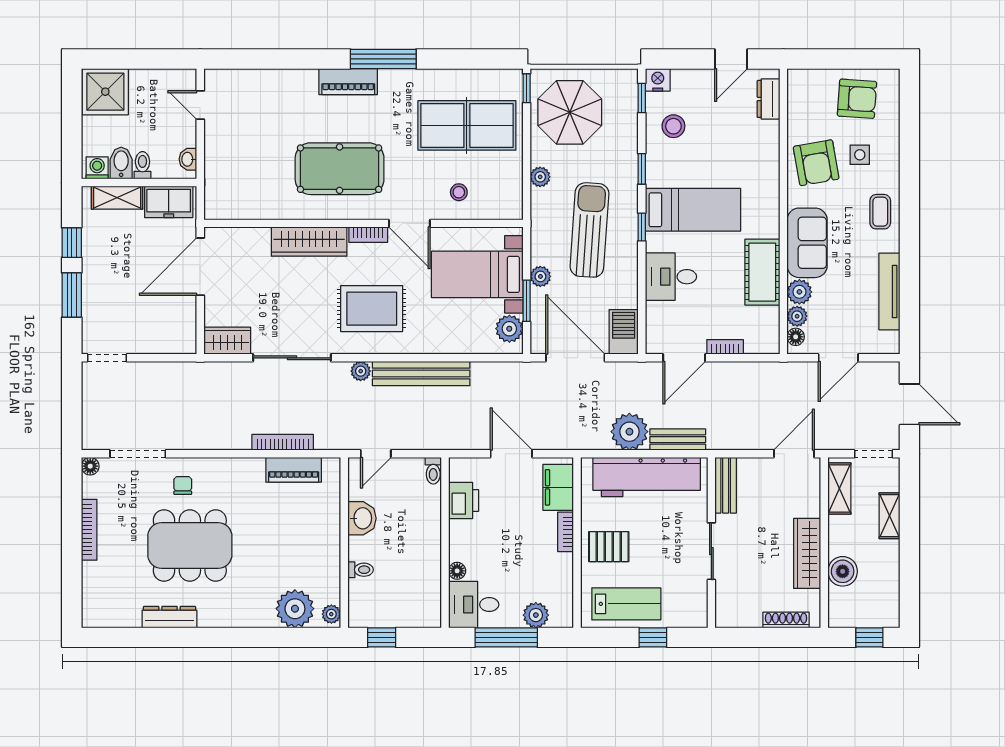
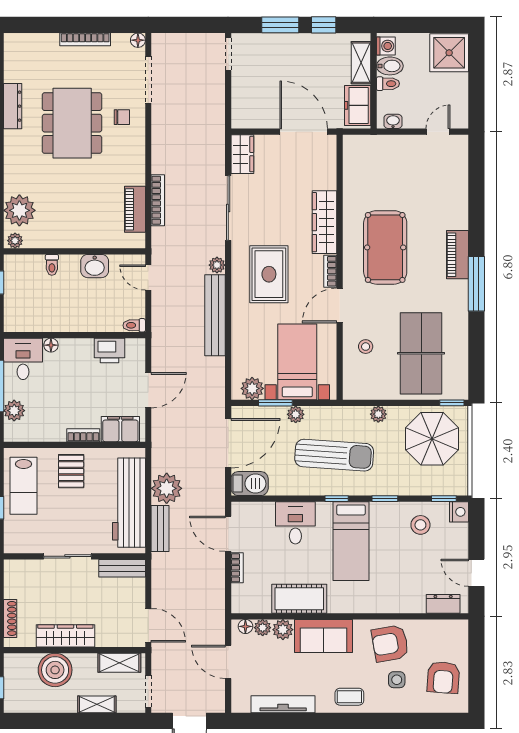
boiler: (843, 571) -> (55, 670), width x1.37, depth x1.37

